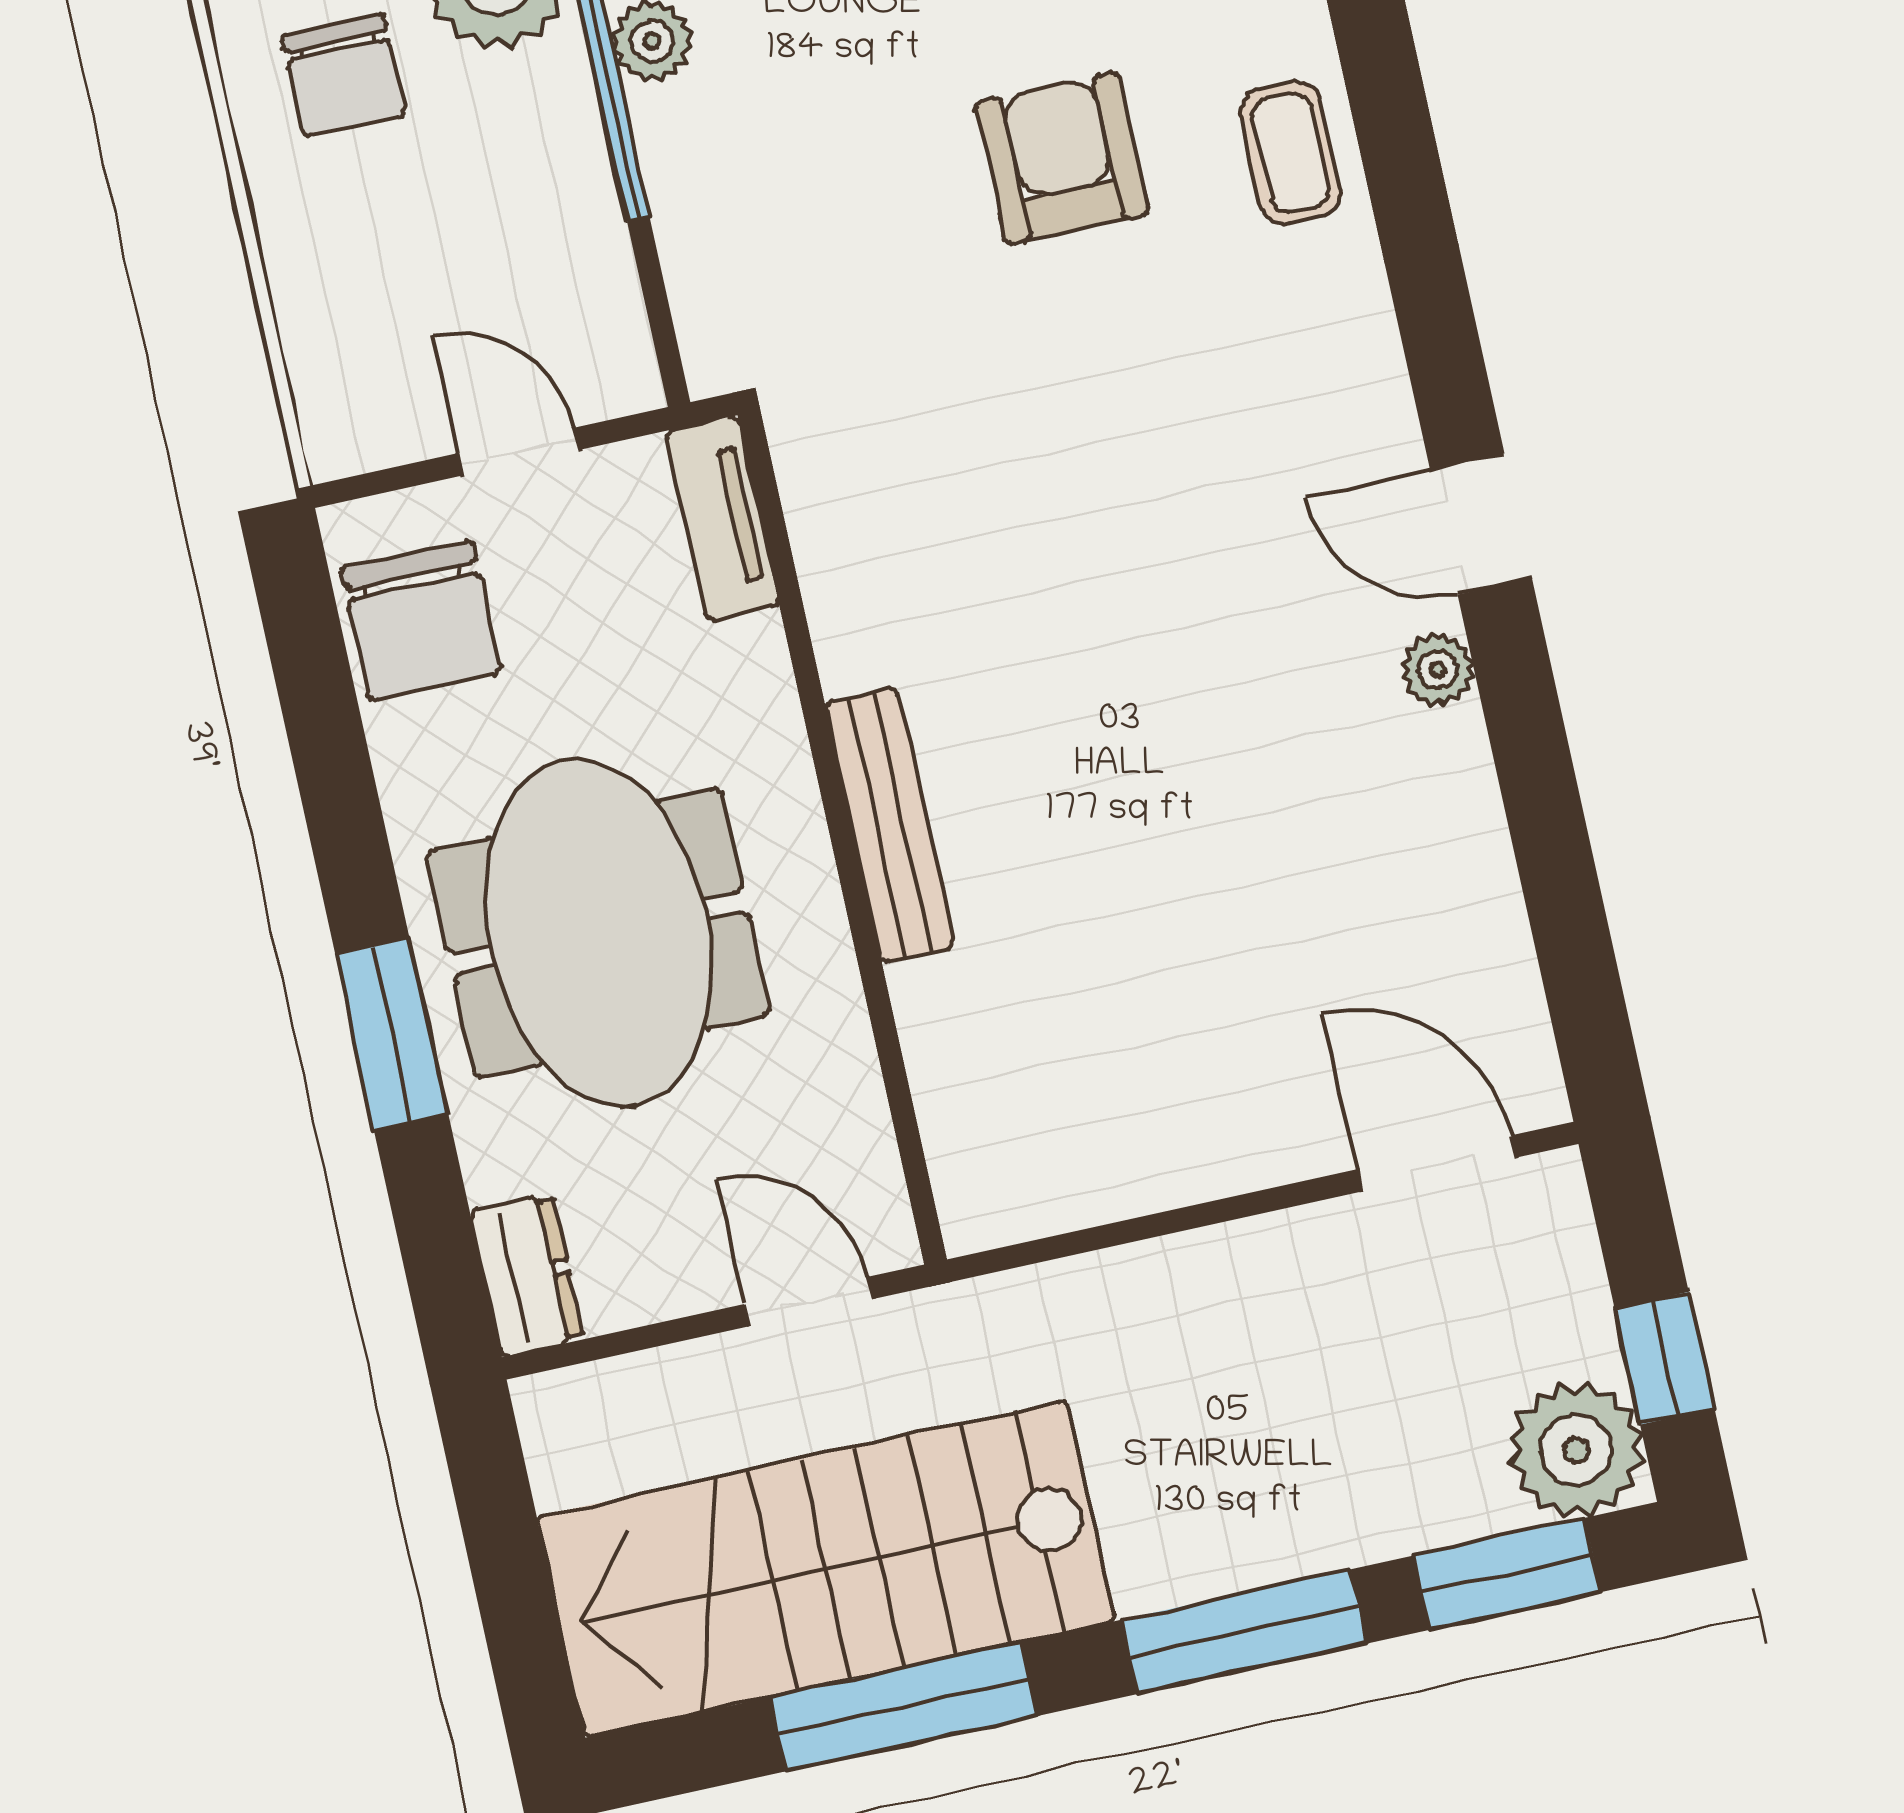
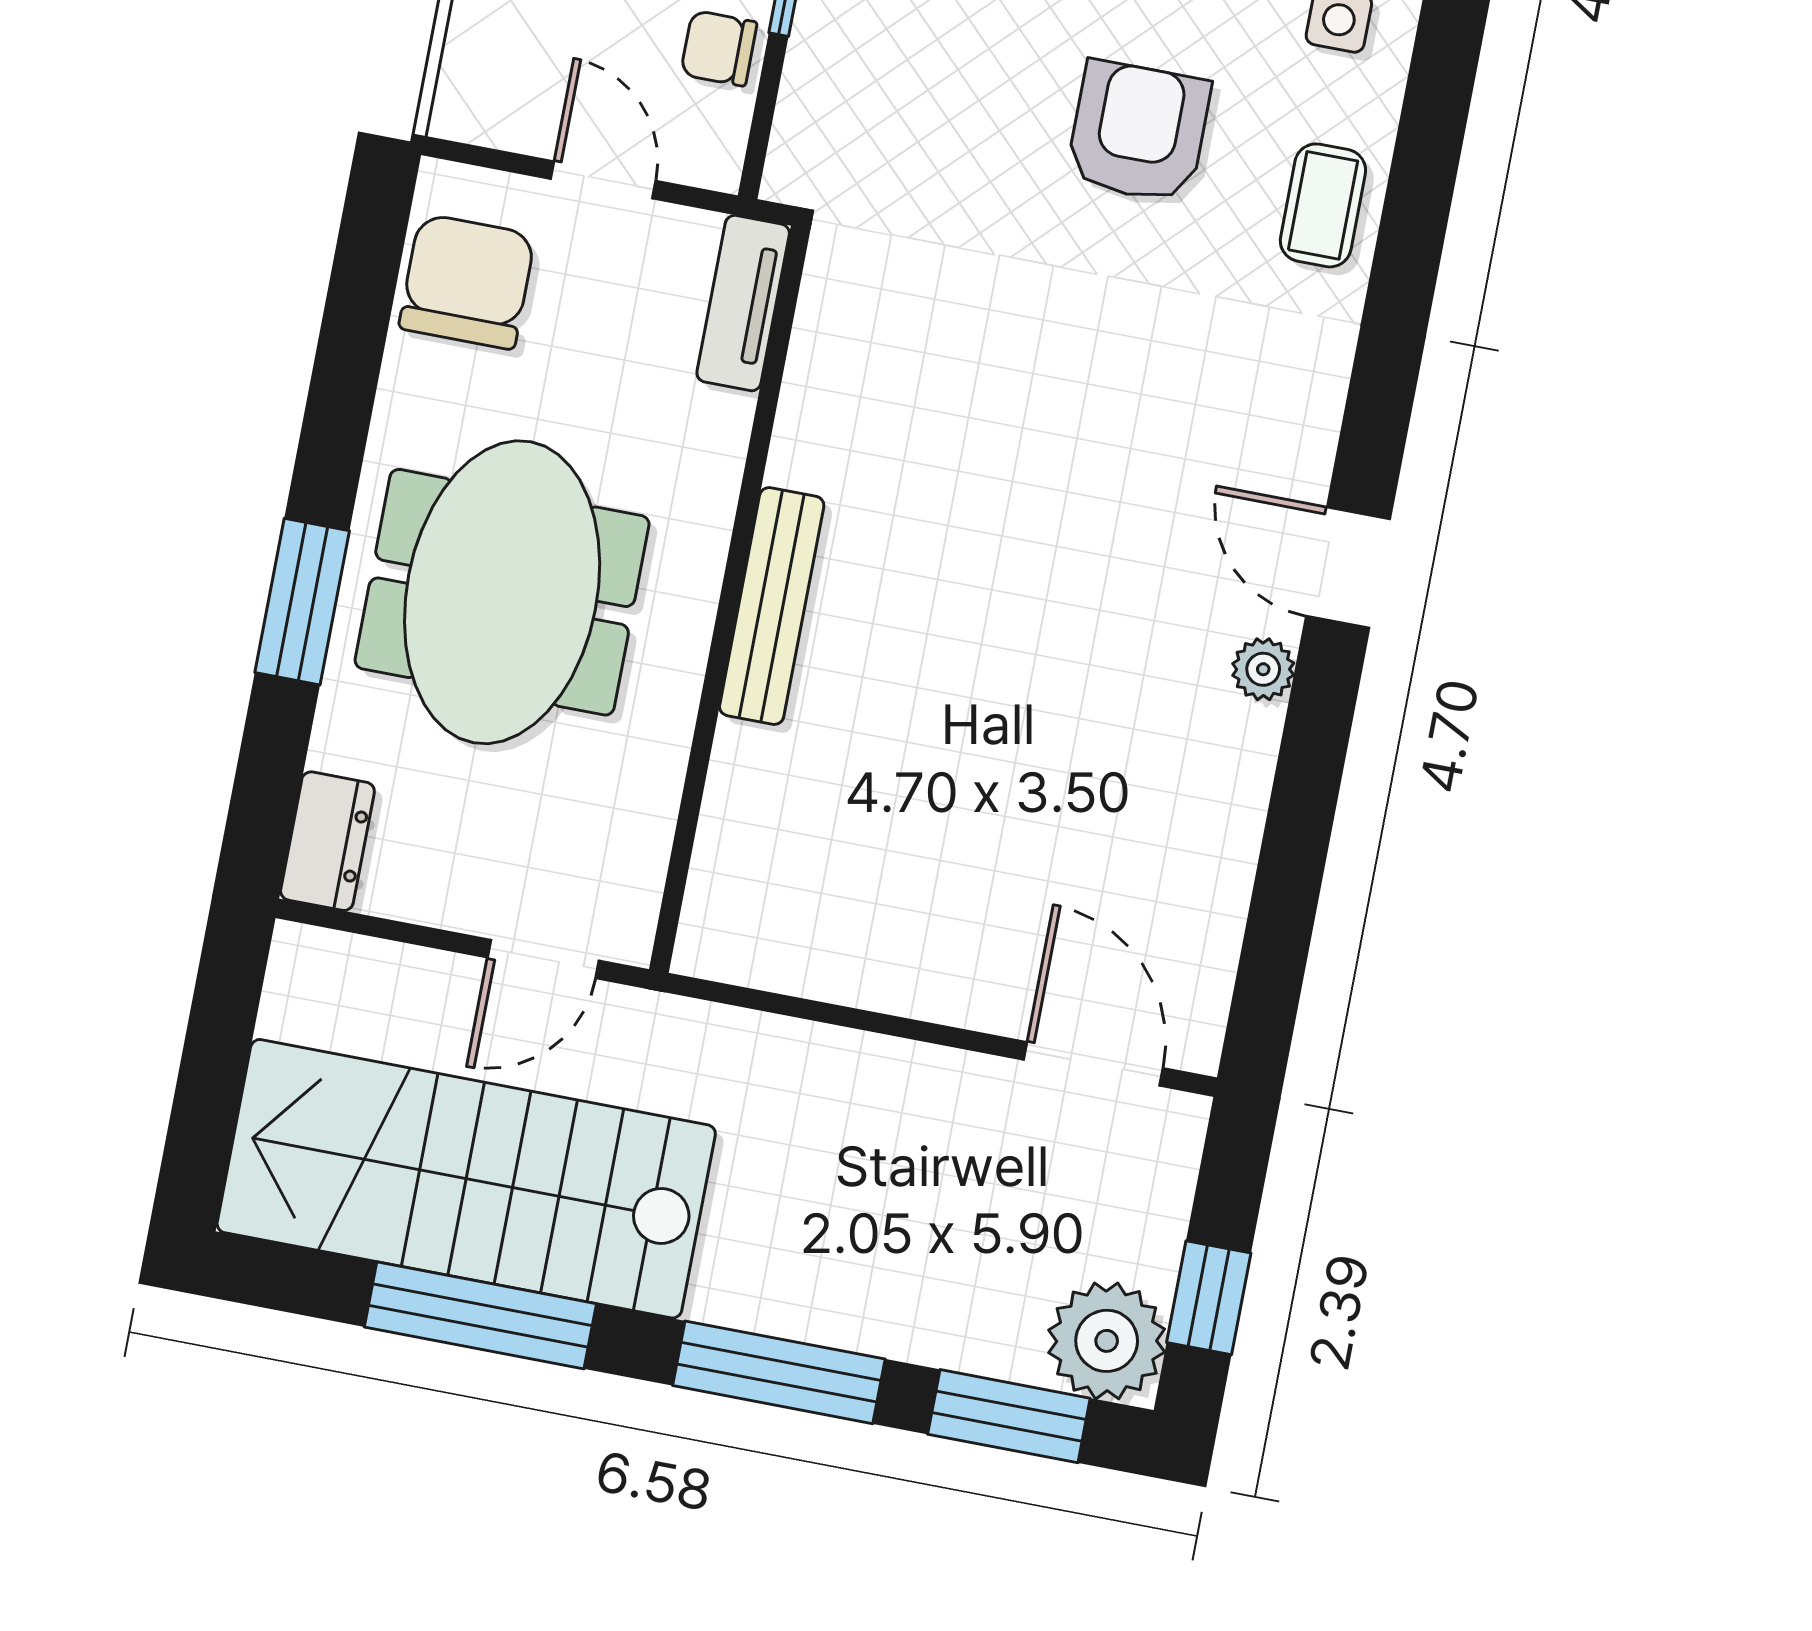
chair: (581, 260) -> (719, 48), added
chair: (421, 621) -> (467, 281), turned 180
door: (808, 1302) -> (543, 959), swing flipped

